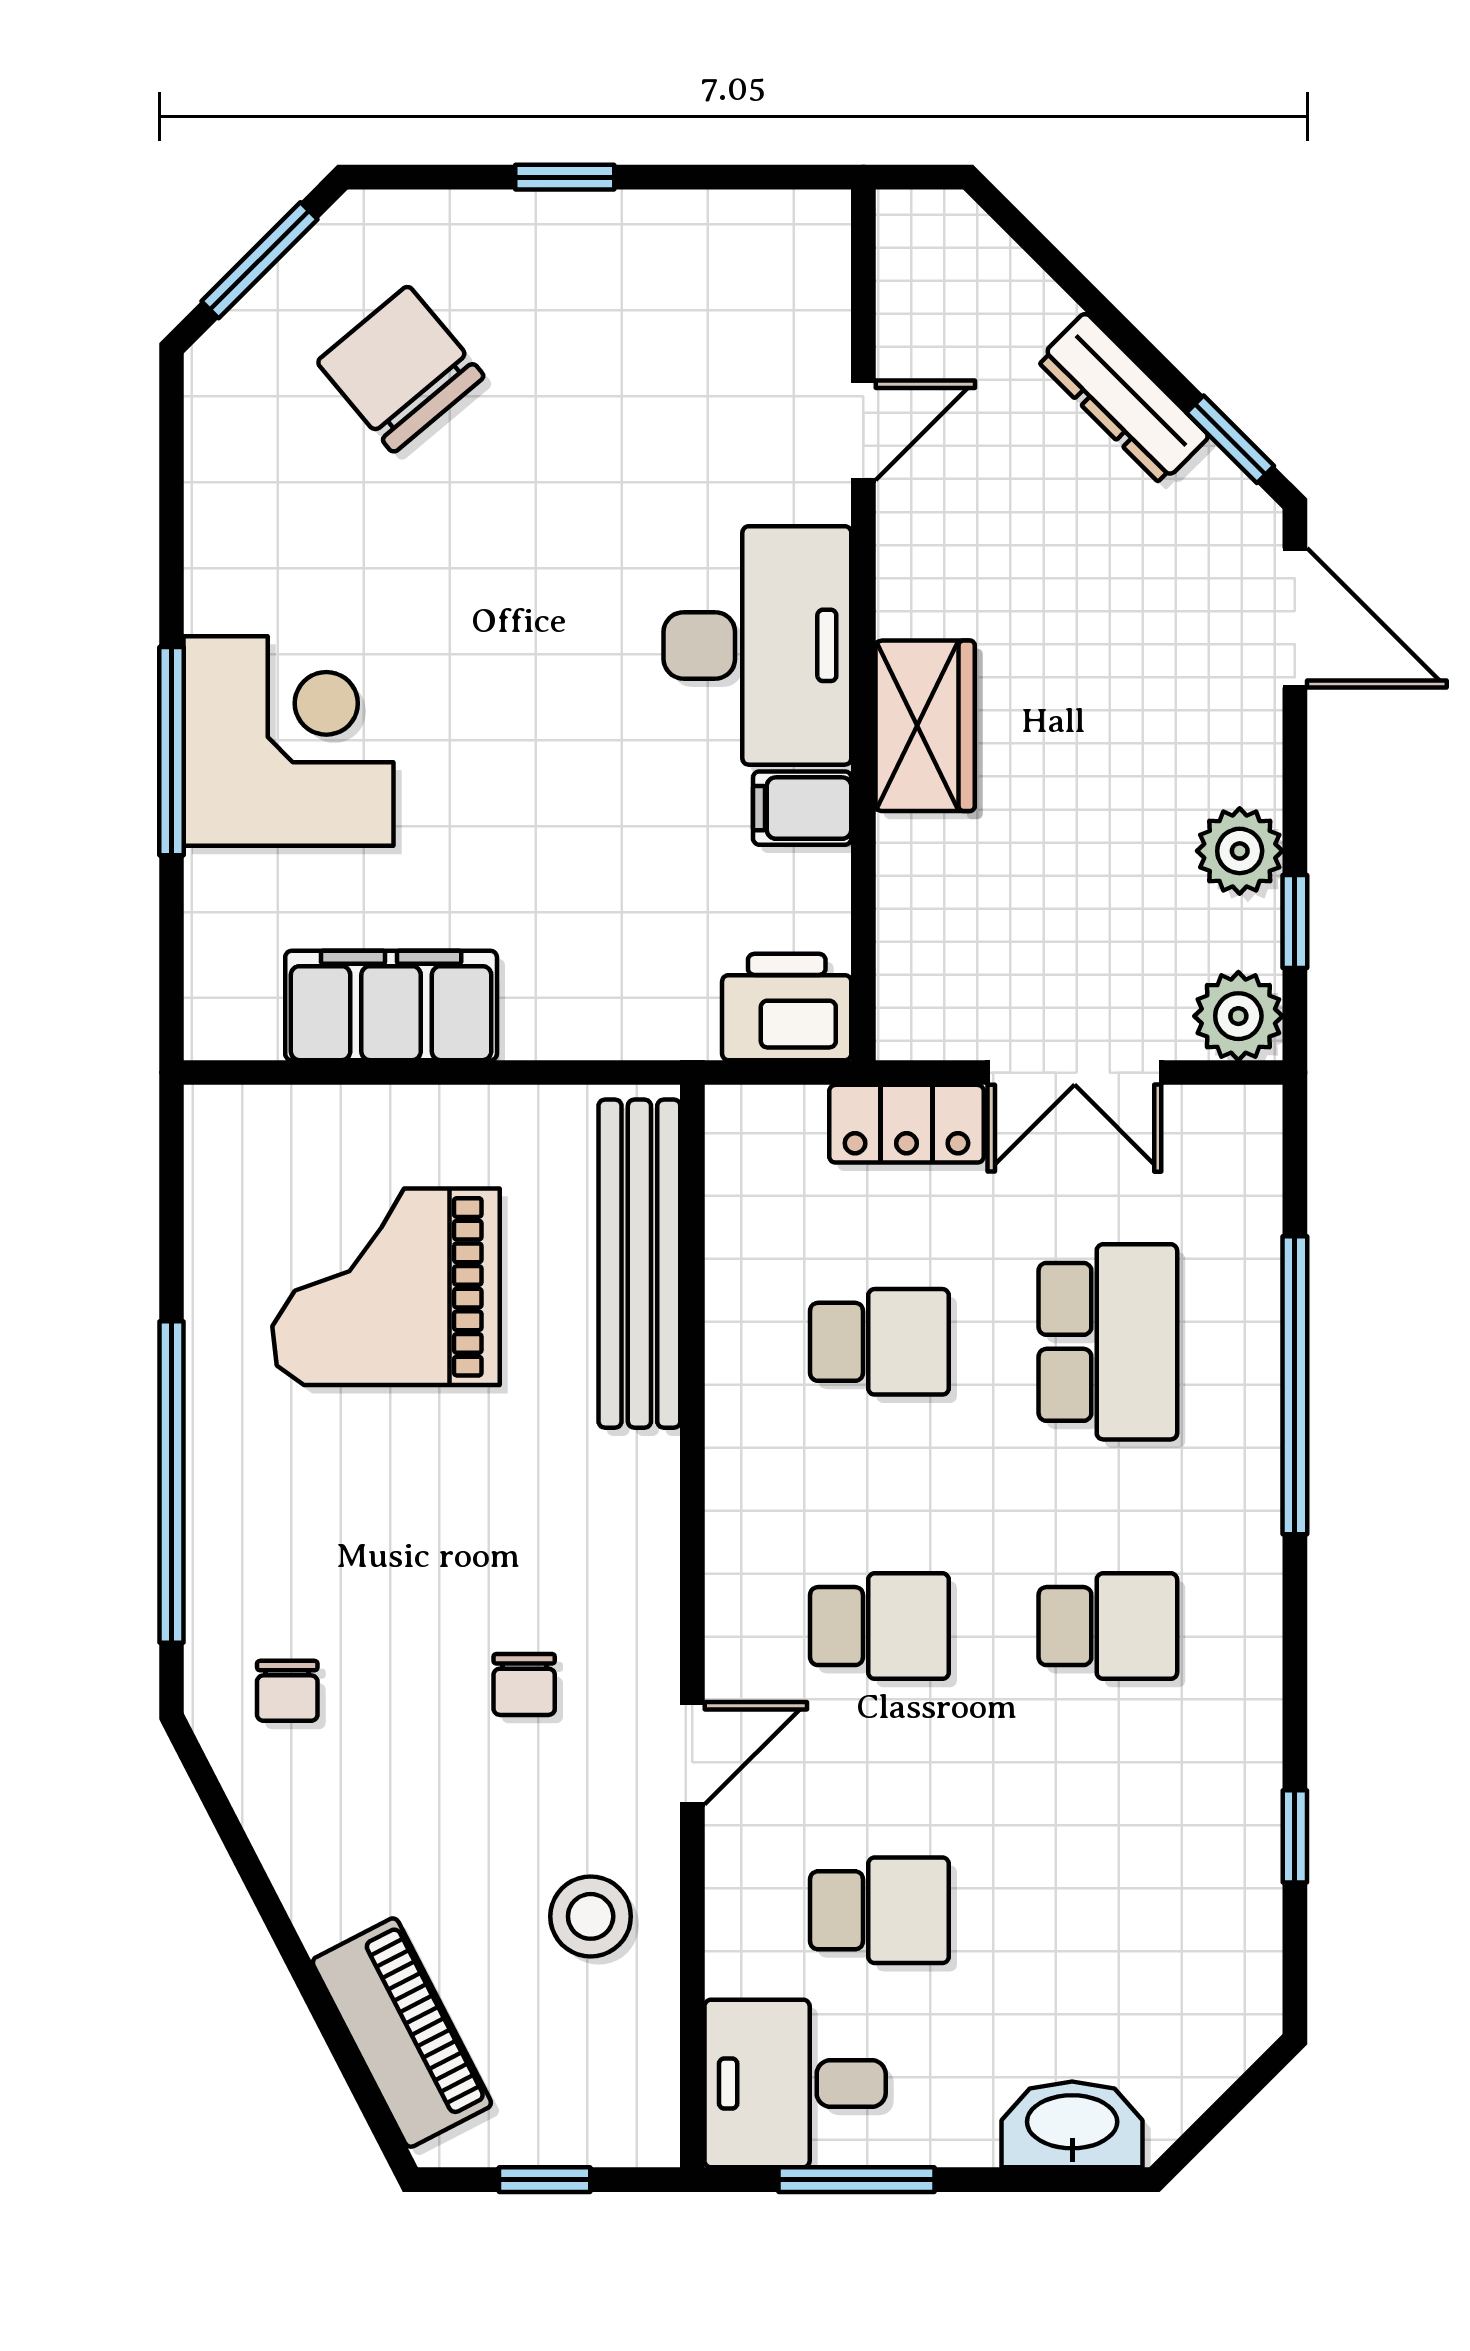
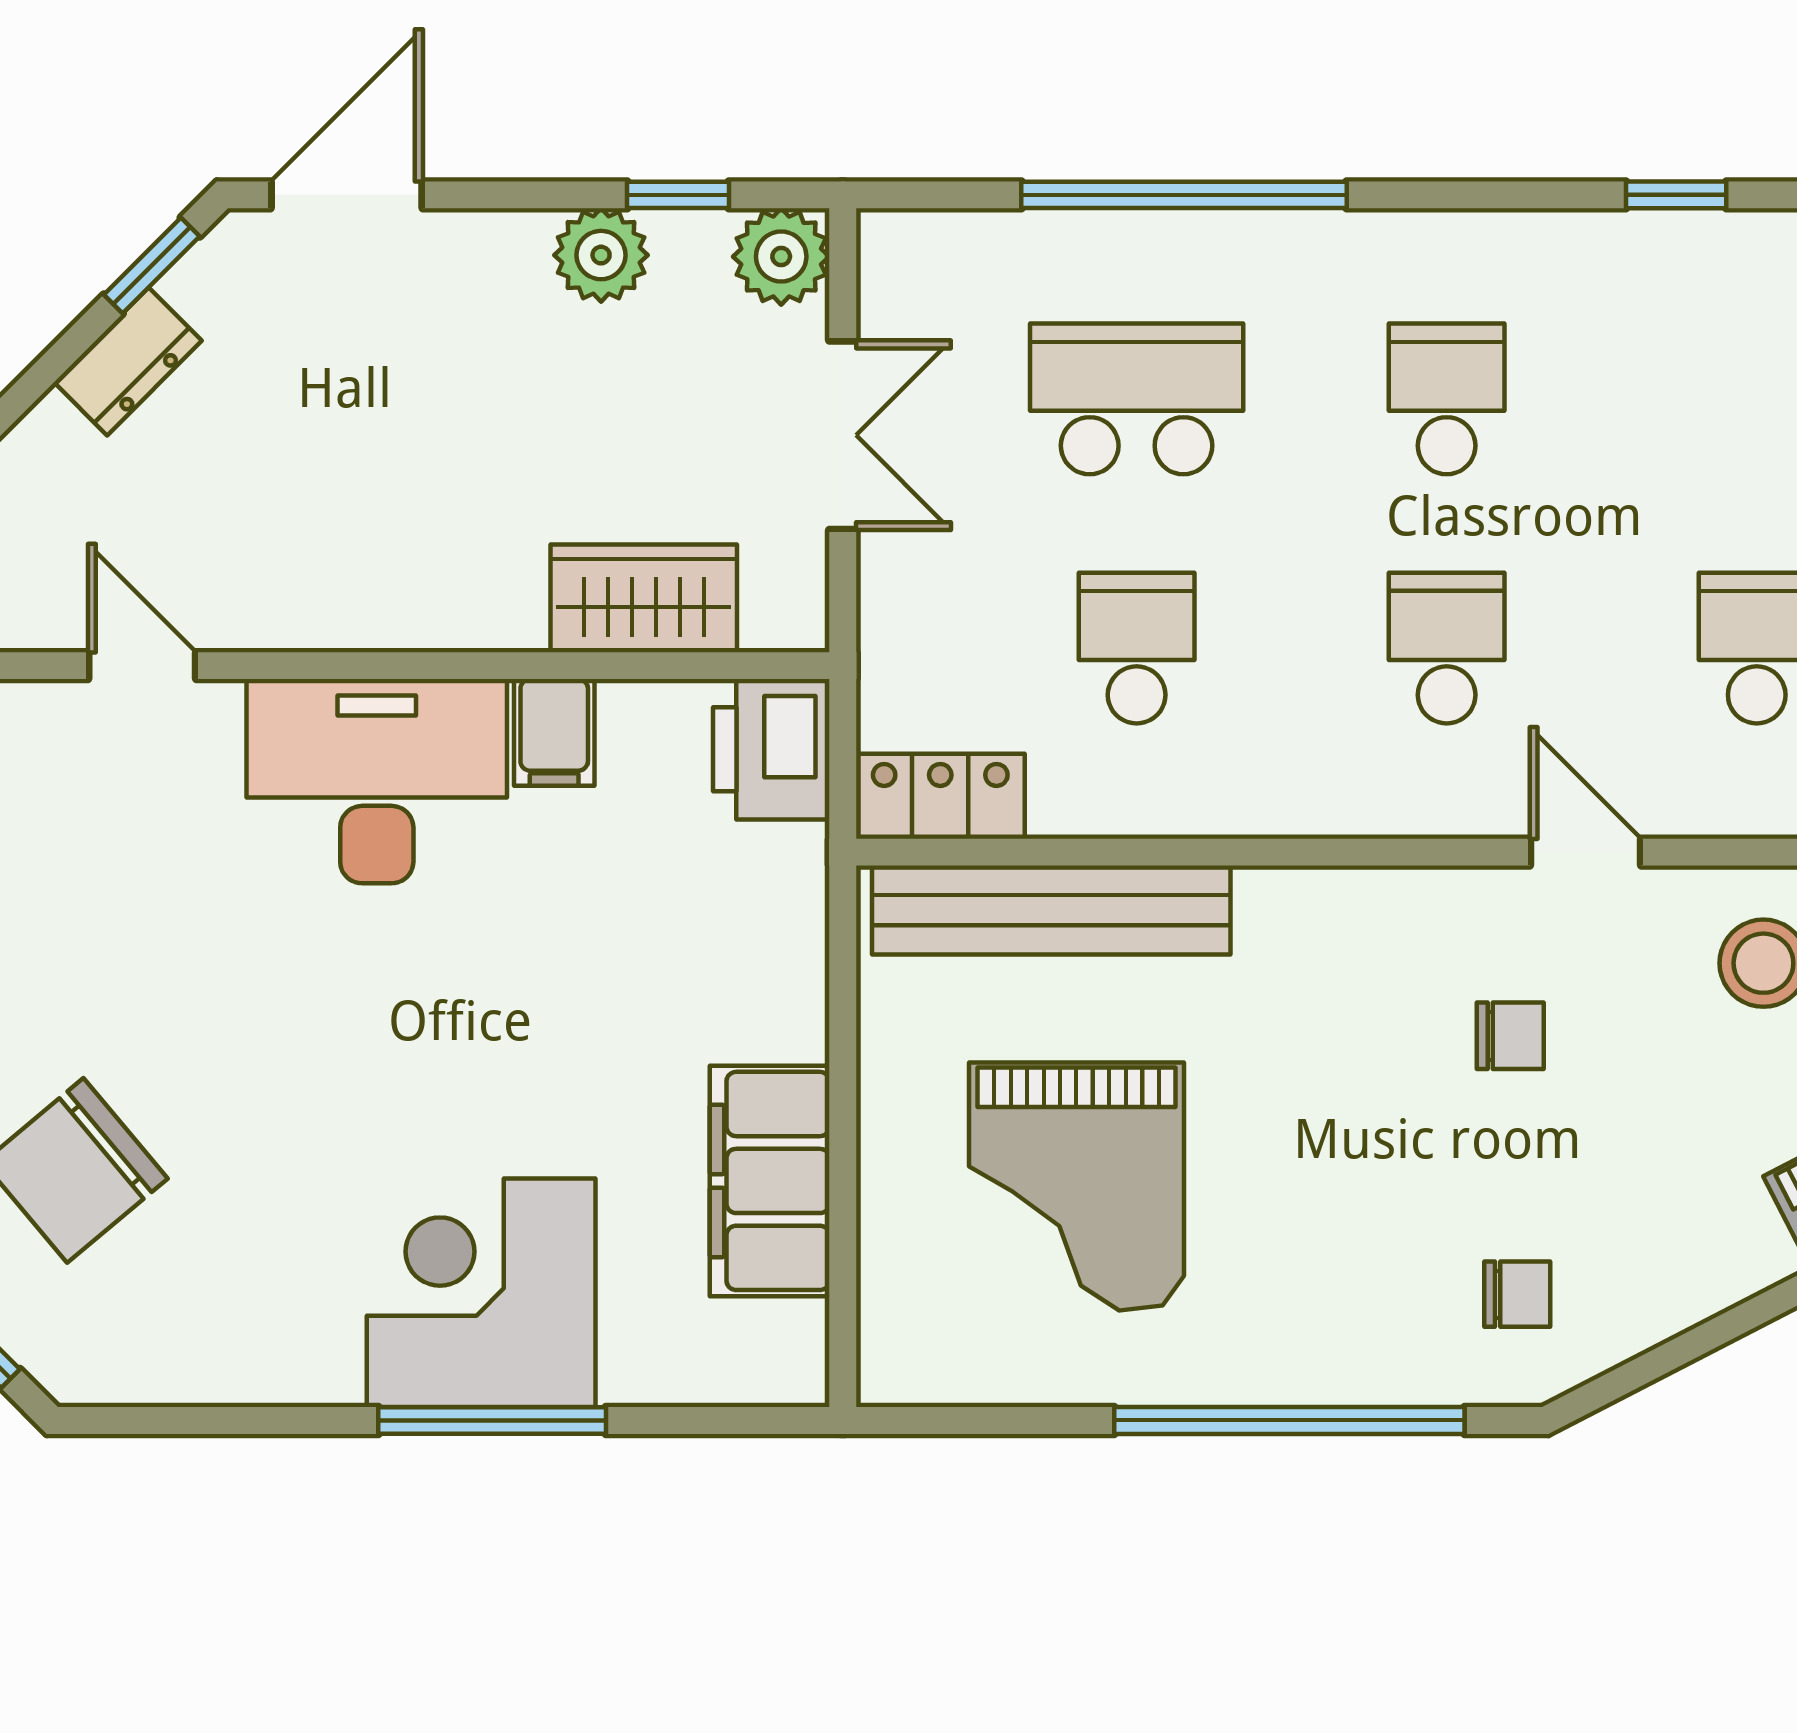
dresser: (1123, 398) -> (128, 361), width x0.70
wardrobe: (925, 726) -> (644, 598), moved
locker: (906, 1124) -> (940, 796), moved, turned -90

